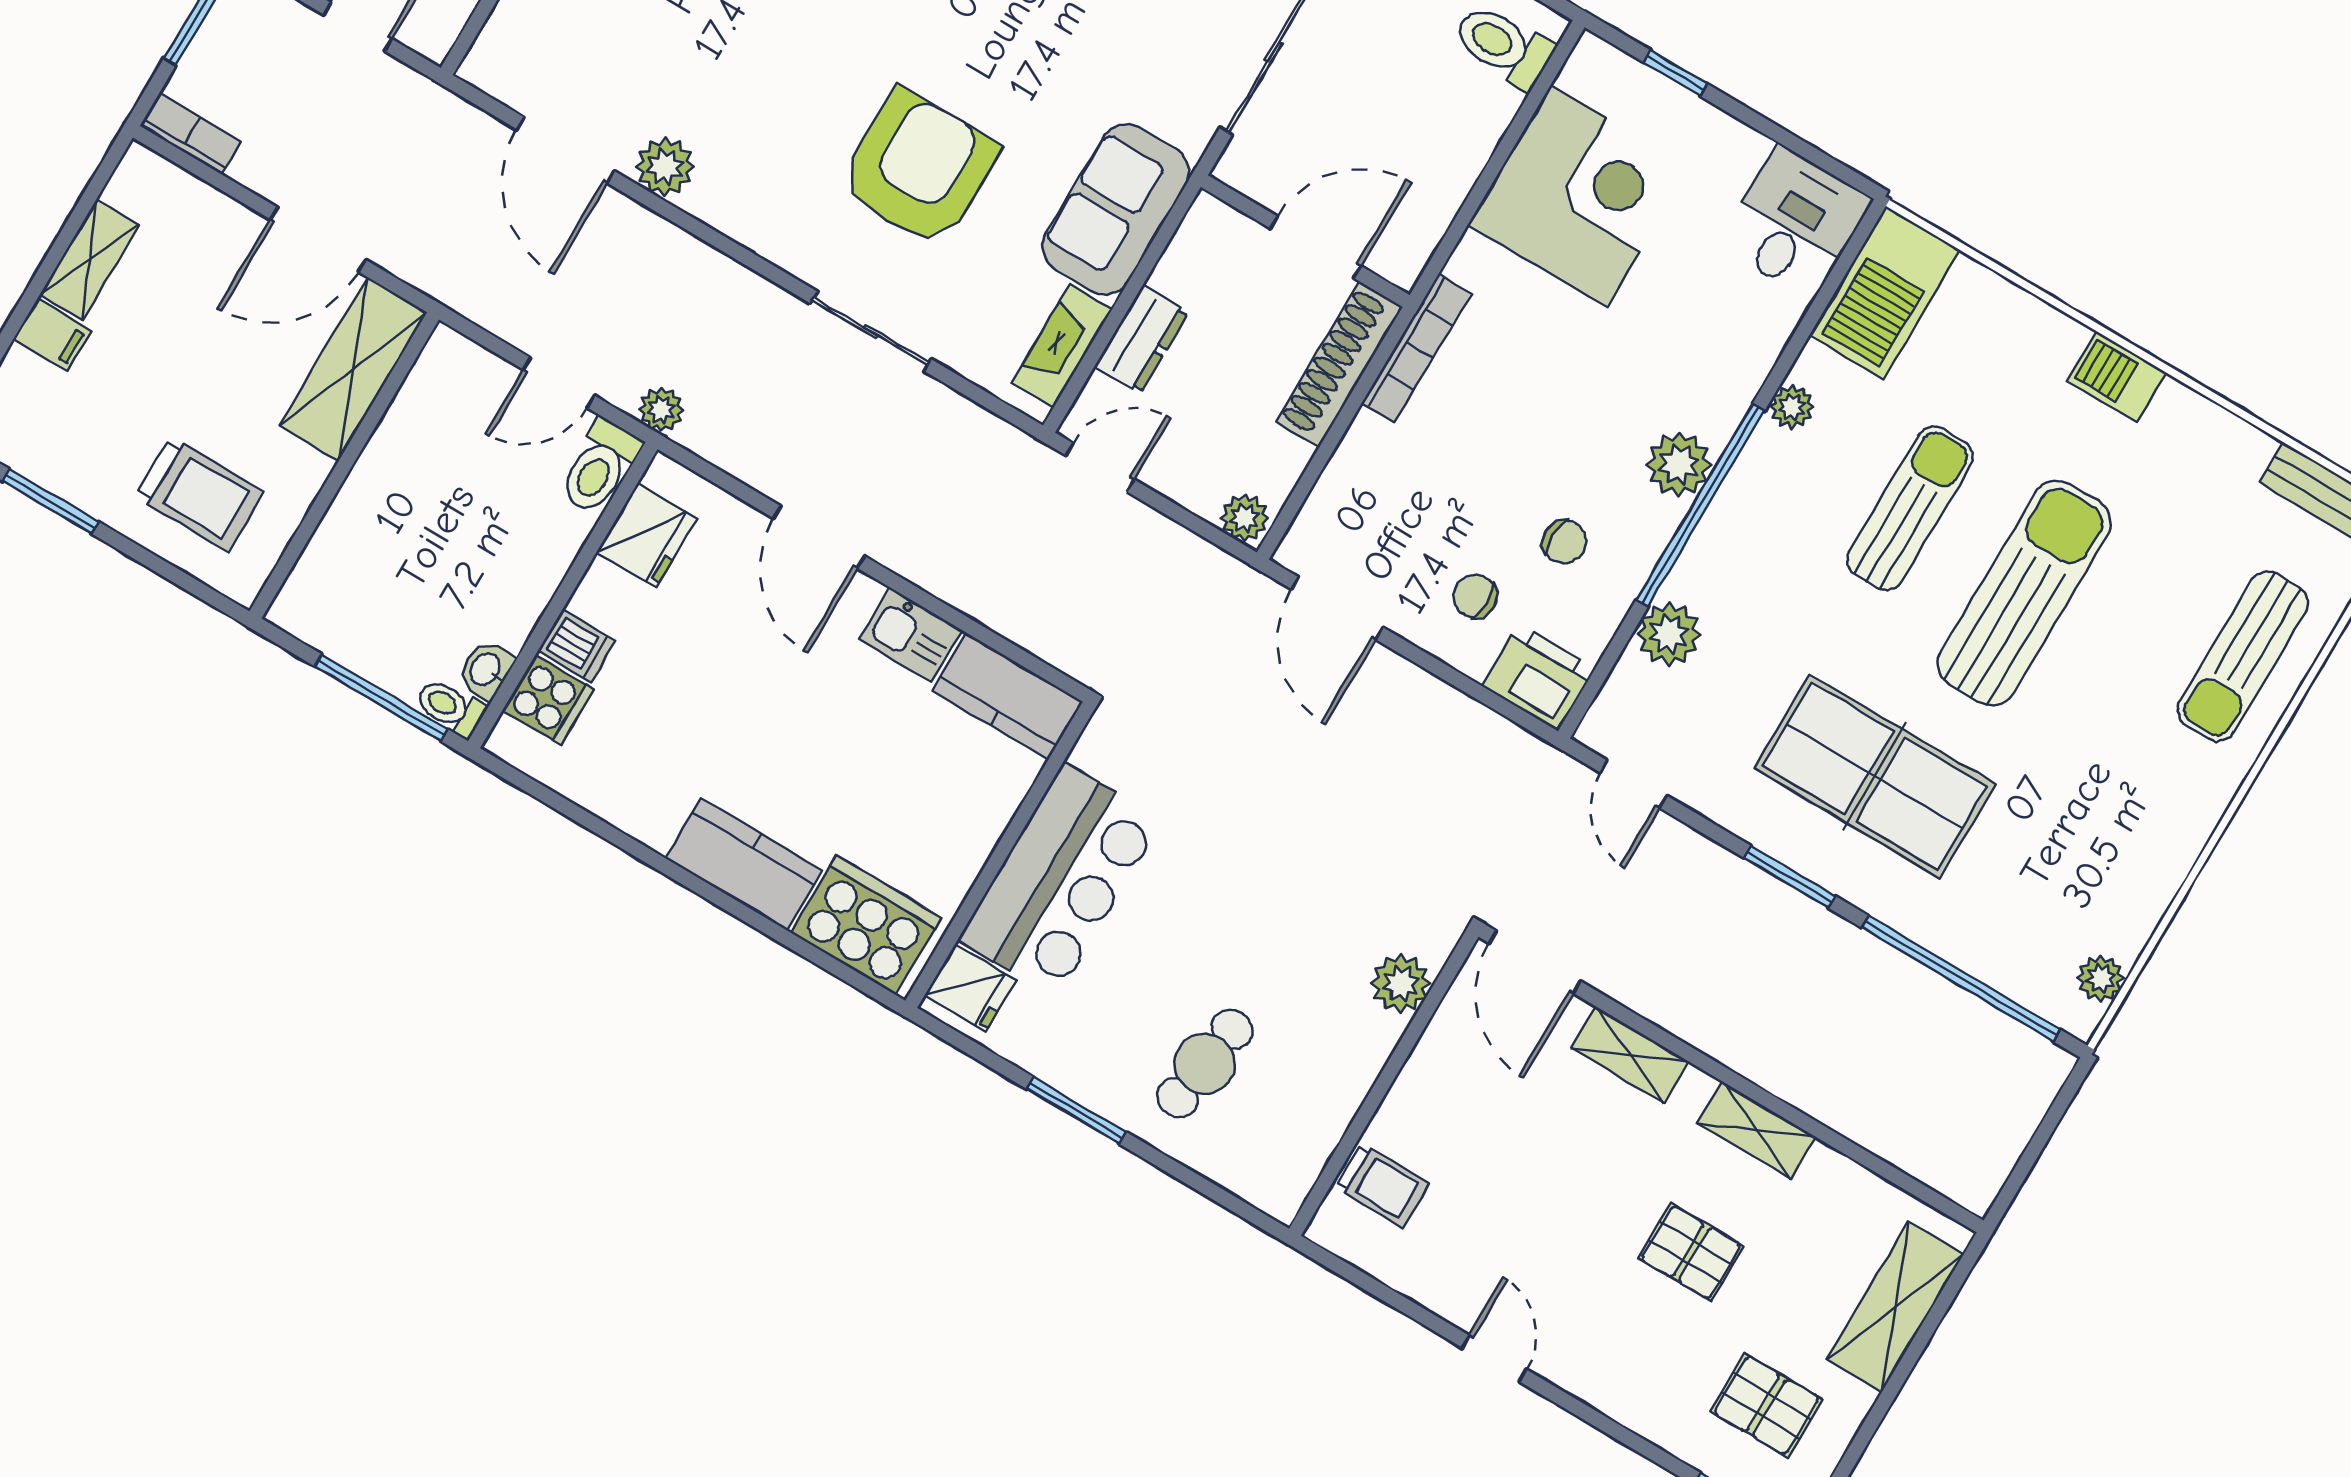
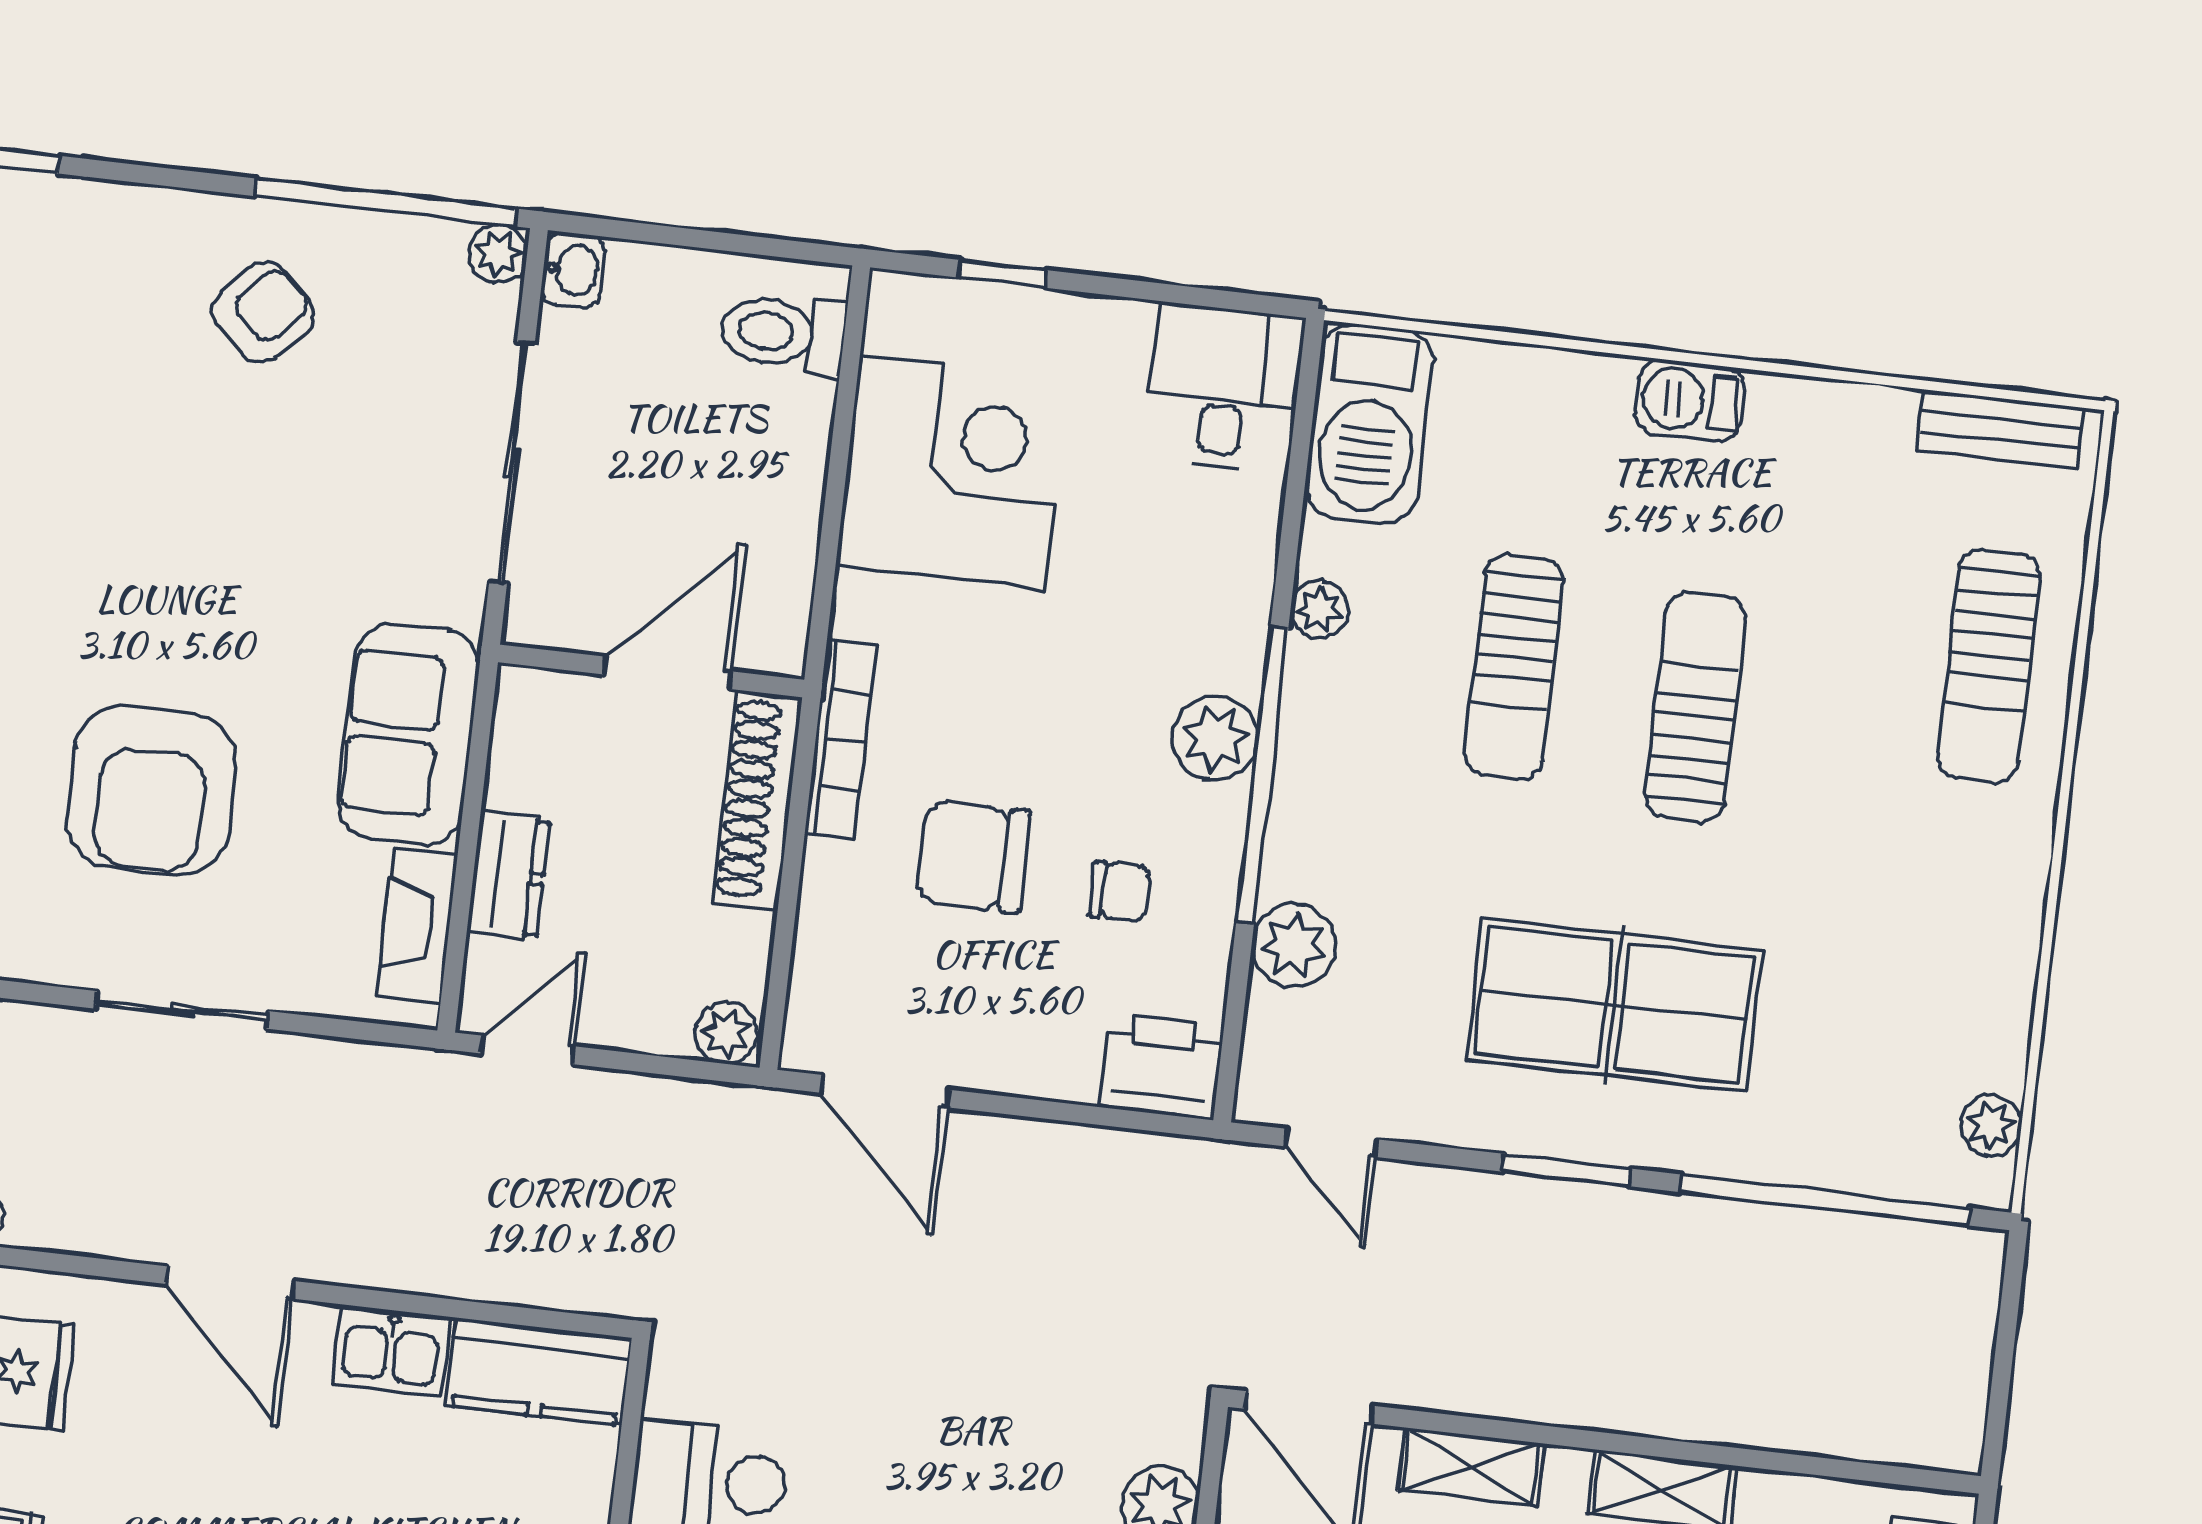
armchair: (918, 168) -> (152, 790), turned 180
sun lounger: (1910, 508) -> (1514, 667), turned 180
sun lounger: (2024, 593) -> (1695, 707), width x0.73, depth x0.75
chair: (1475, 596) -> (974, 857), moved, width x1.87, depth x1.87

